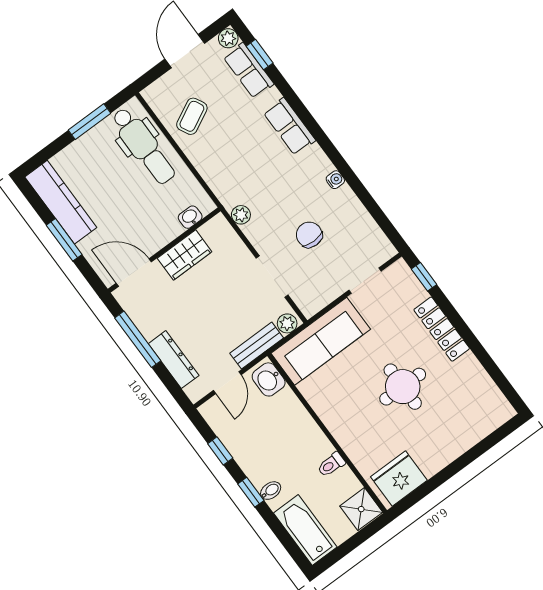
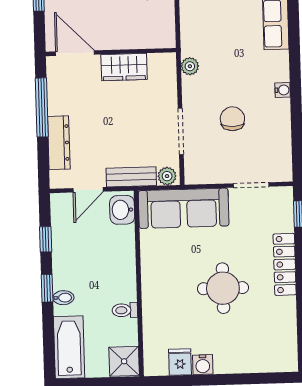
washbasin: (190, 217) -> (149, 40), removed
water cooler: (431, 465) -> (203, 365), added
fridge: (399, 478) -> (180, 362), width x0.53, depth x0.75

